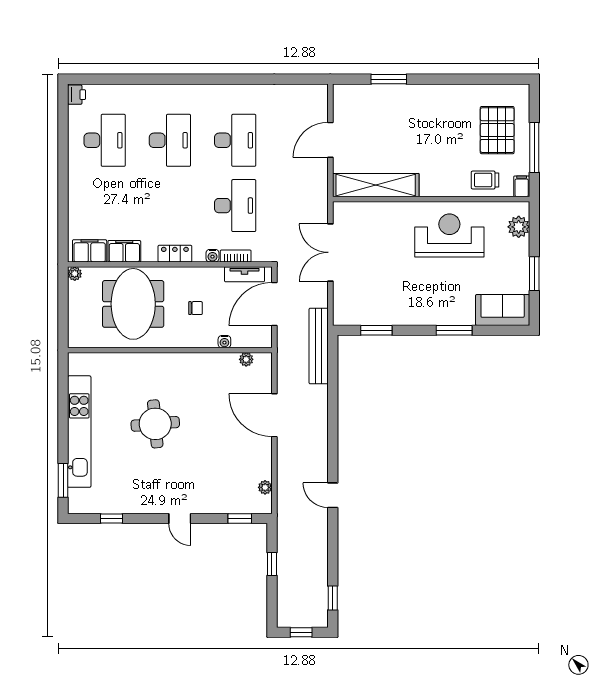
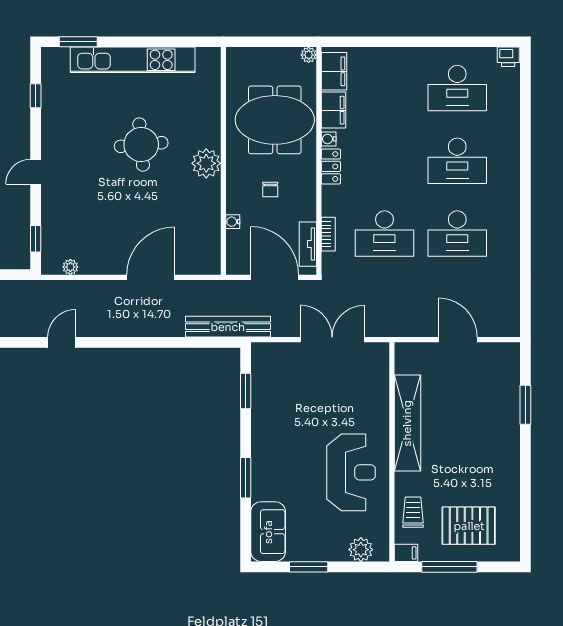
shelving: (376, 185) -> (407, 423), moved
water cooler: (212, 256) -> (329, 139), moved
plant: (246, 359) -> (206, 163), moved, width x1.88, depth x1.88

